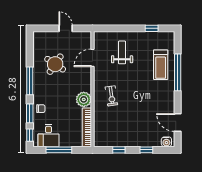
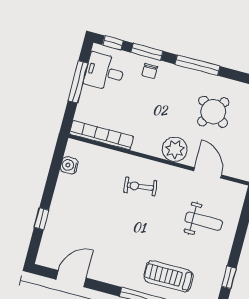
plant: (84, 99) -> (175, 149), moved
water cooler: (166, 142) -> (69, 165), moved
window: (119, 150) -> (53, 176), removed

